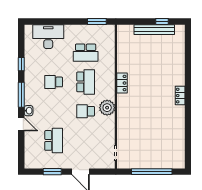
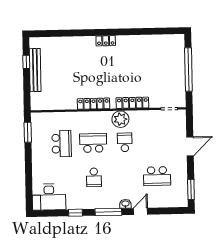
desk: (48, 37) -> (49, 197), moved, turned -90
locker: (122, 83) -> (93, 104), width x1.53
school desk: (86, 111) -> (125, 142), turned 180
locker: (122, 119) -> (132, 103), added
school desk: (54, 140) -> (157, 176), turned 180
window: (52, 172) -> (191, 189), moved

